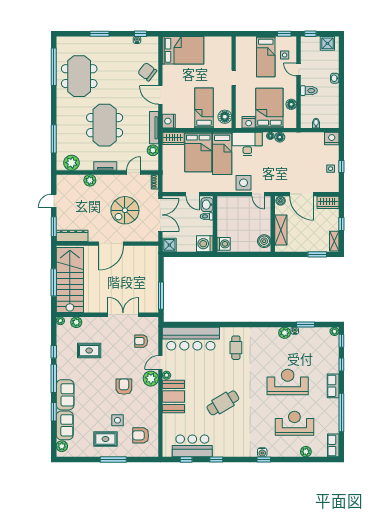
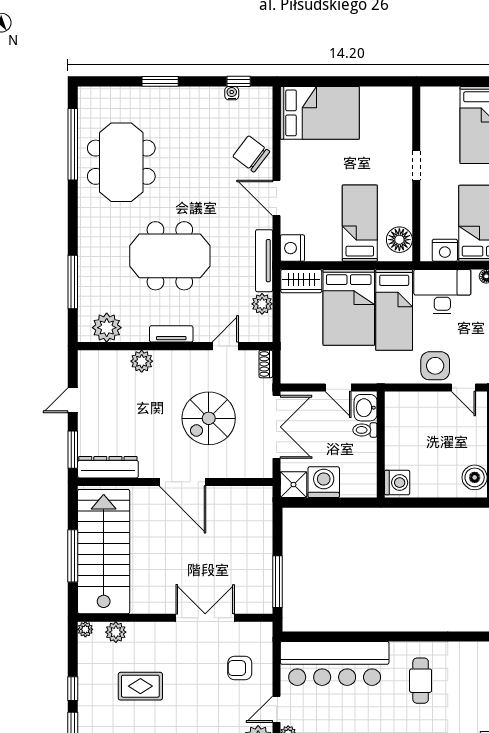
meeting table: (105, 125) -> (170, 256), turned 90
door: (111, 244) -> (182, 482), hinge flipped
washing machine: (205, 244) -> (324, 482), moved, turned 90

